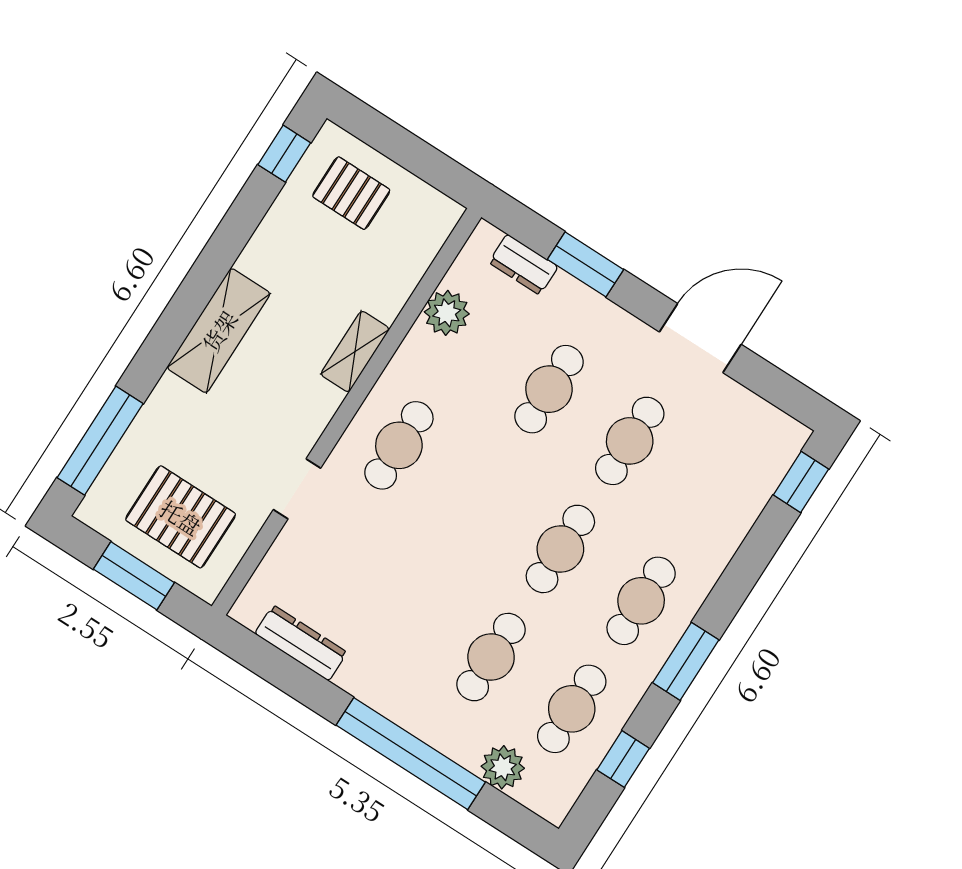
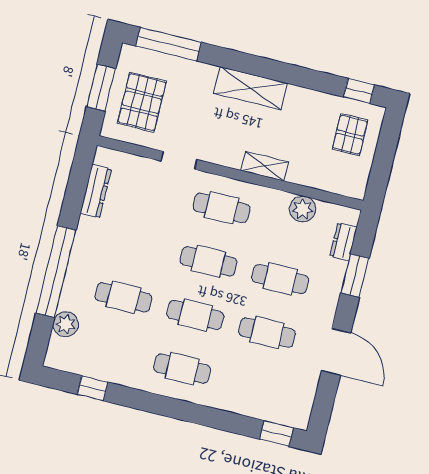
window: (686, 661) -> (157, 404), removed
cafe table: (572, 709) -> (208, 261), moved

